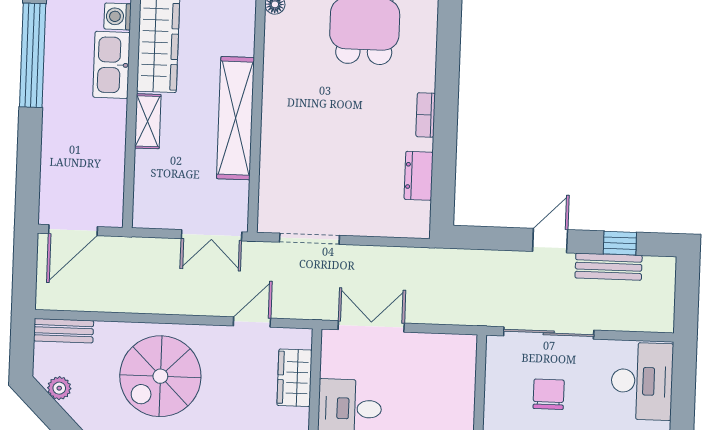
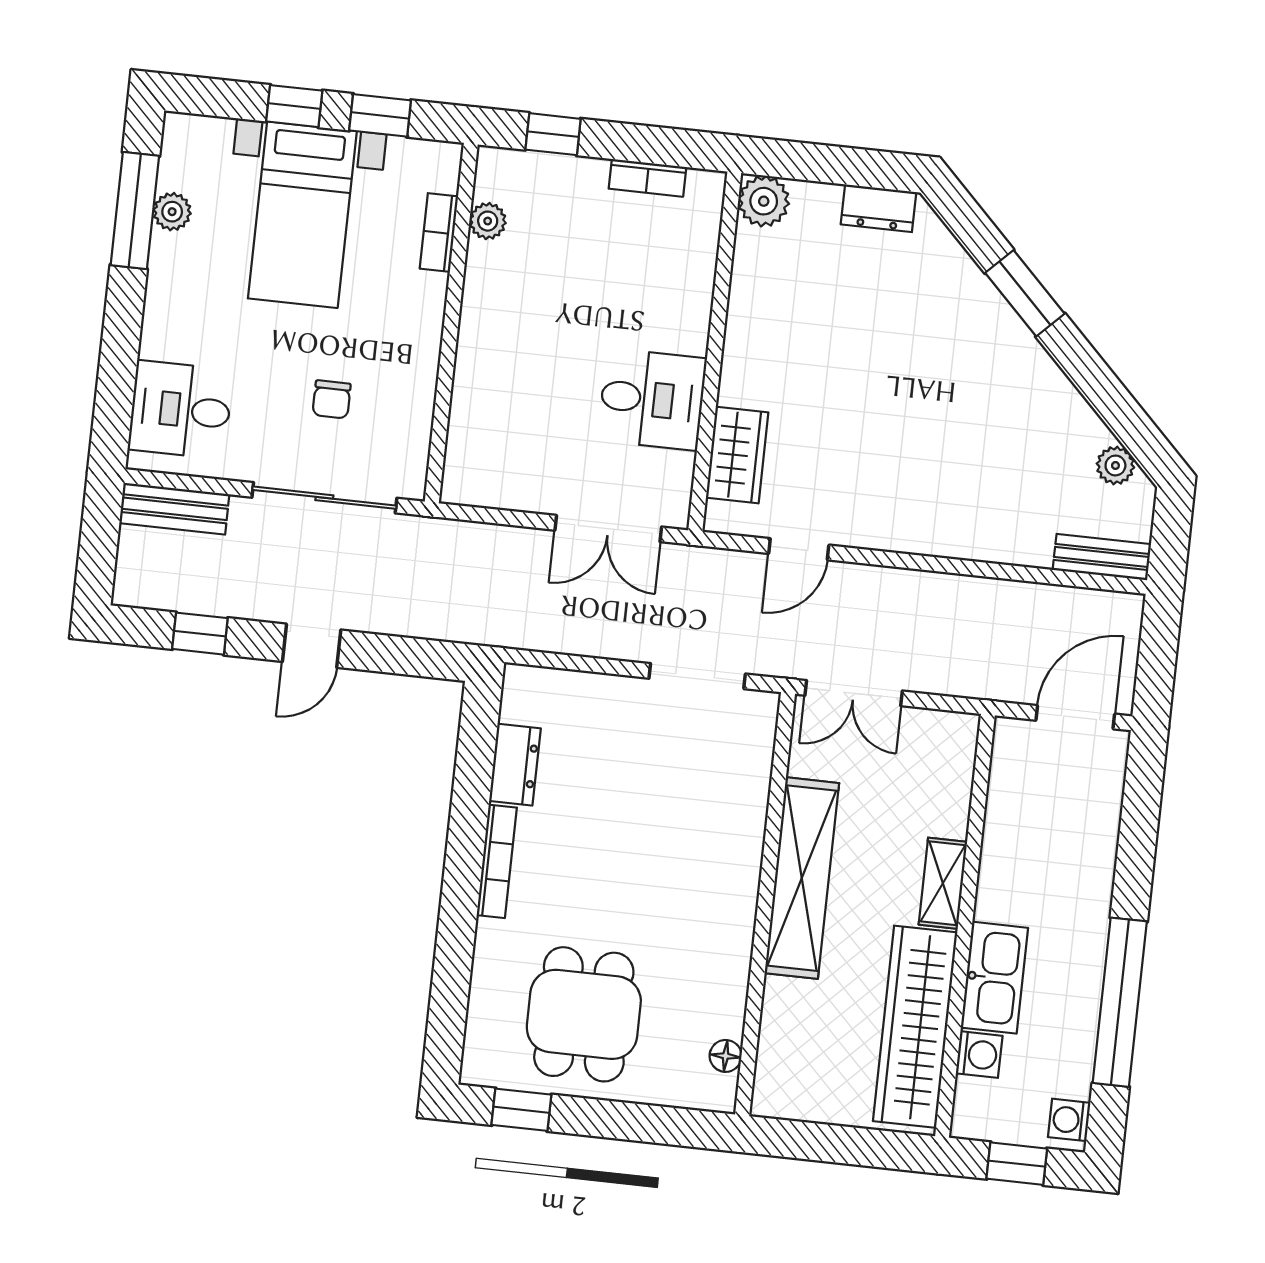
bookcase: (426, 115) -> (497, 861), width x1.56
double door: (212, 235) -> (854, 693), swing flipped
bench: (609, 267) -> (174, 509), moved
spiral stairs: (160, 376) -> (952, 473), removed
desk: (642, 381) -> (180, 410), width x0.73
chair: (549, 394) -> (332, 399), width x0.73, depth x0.73

